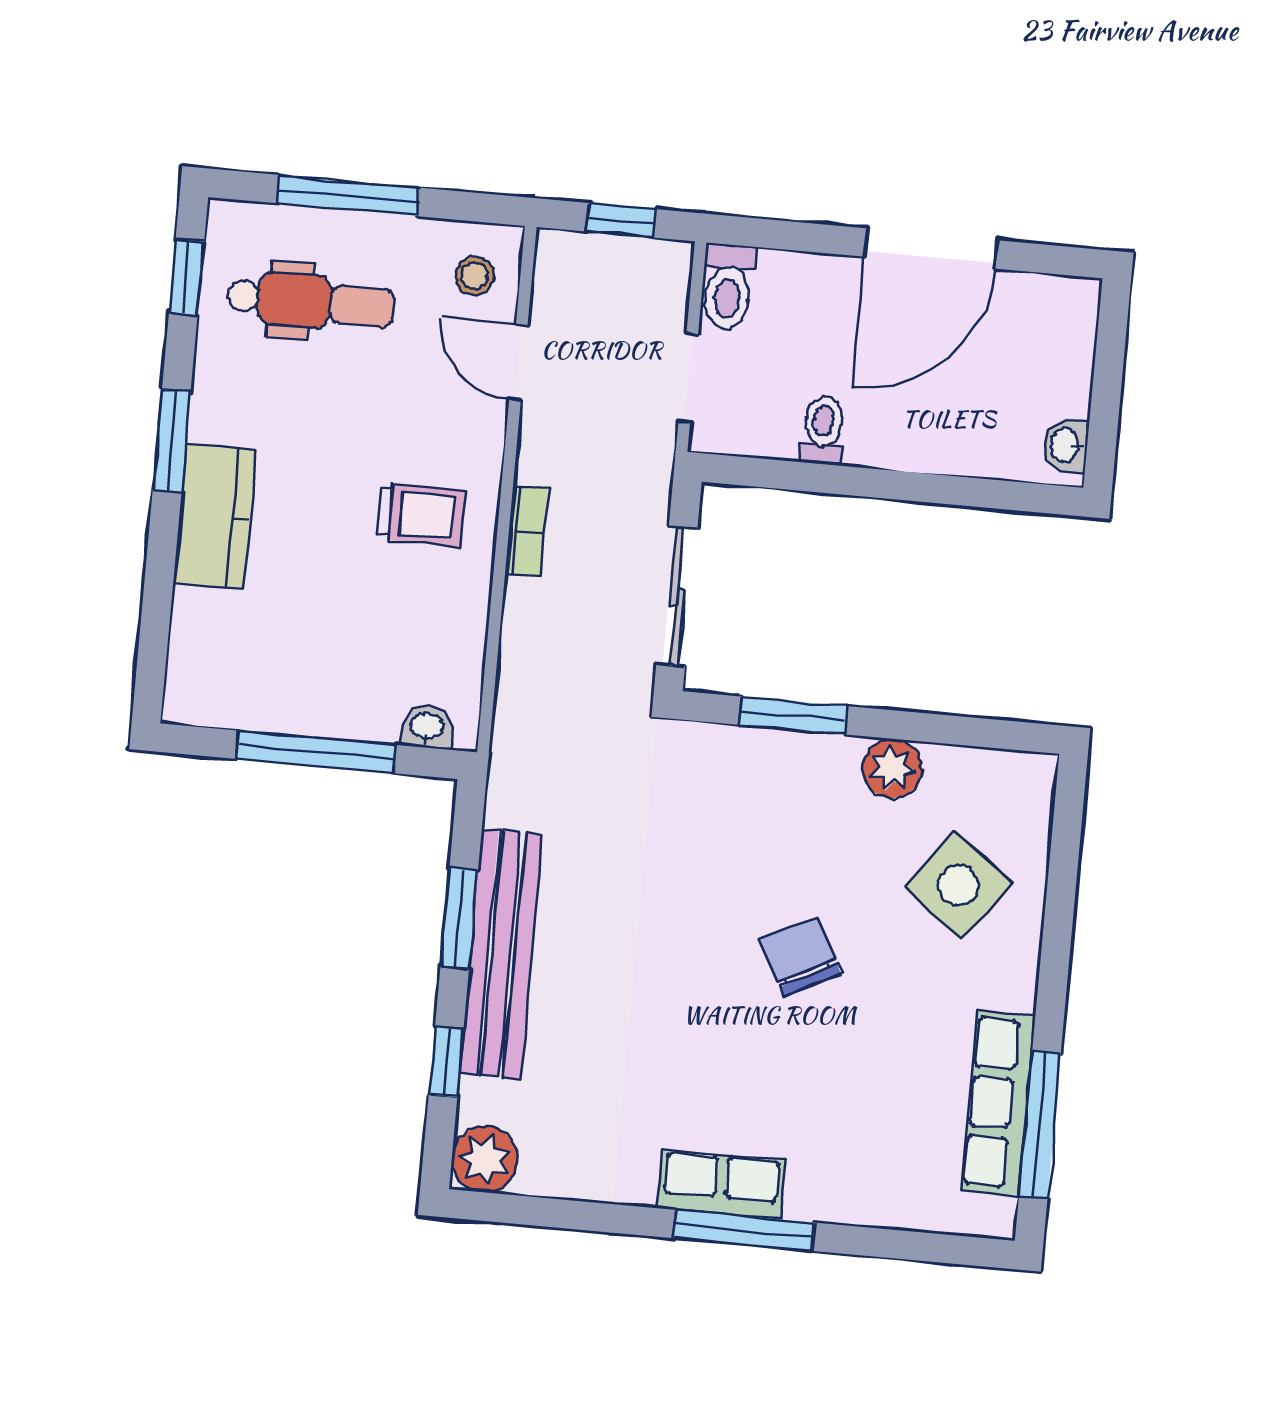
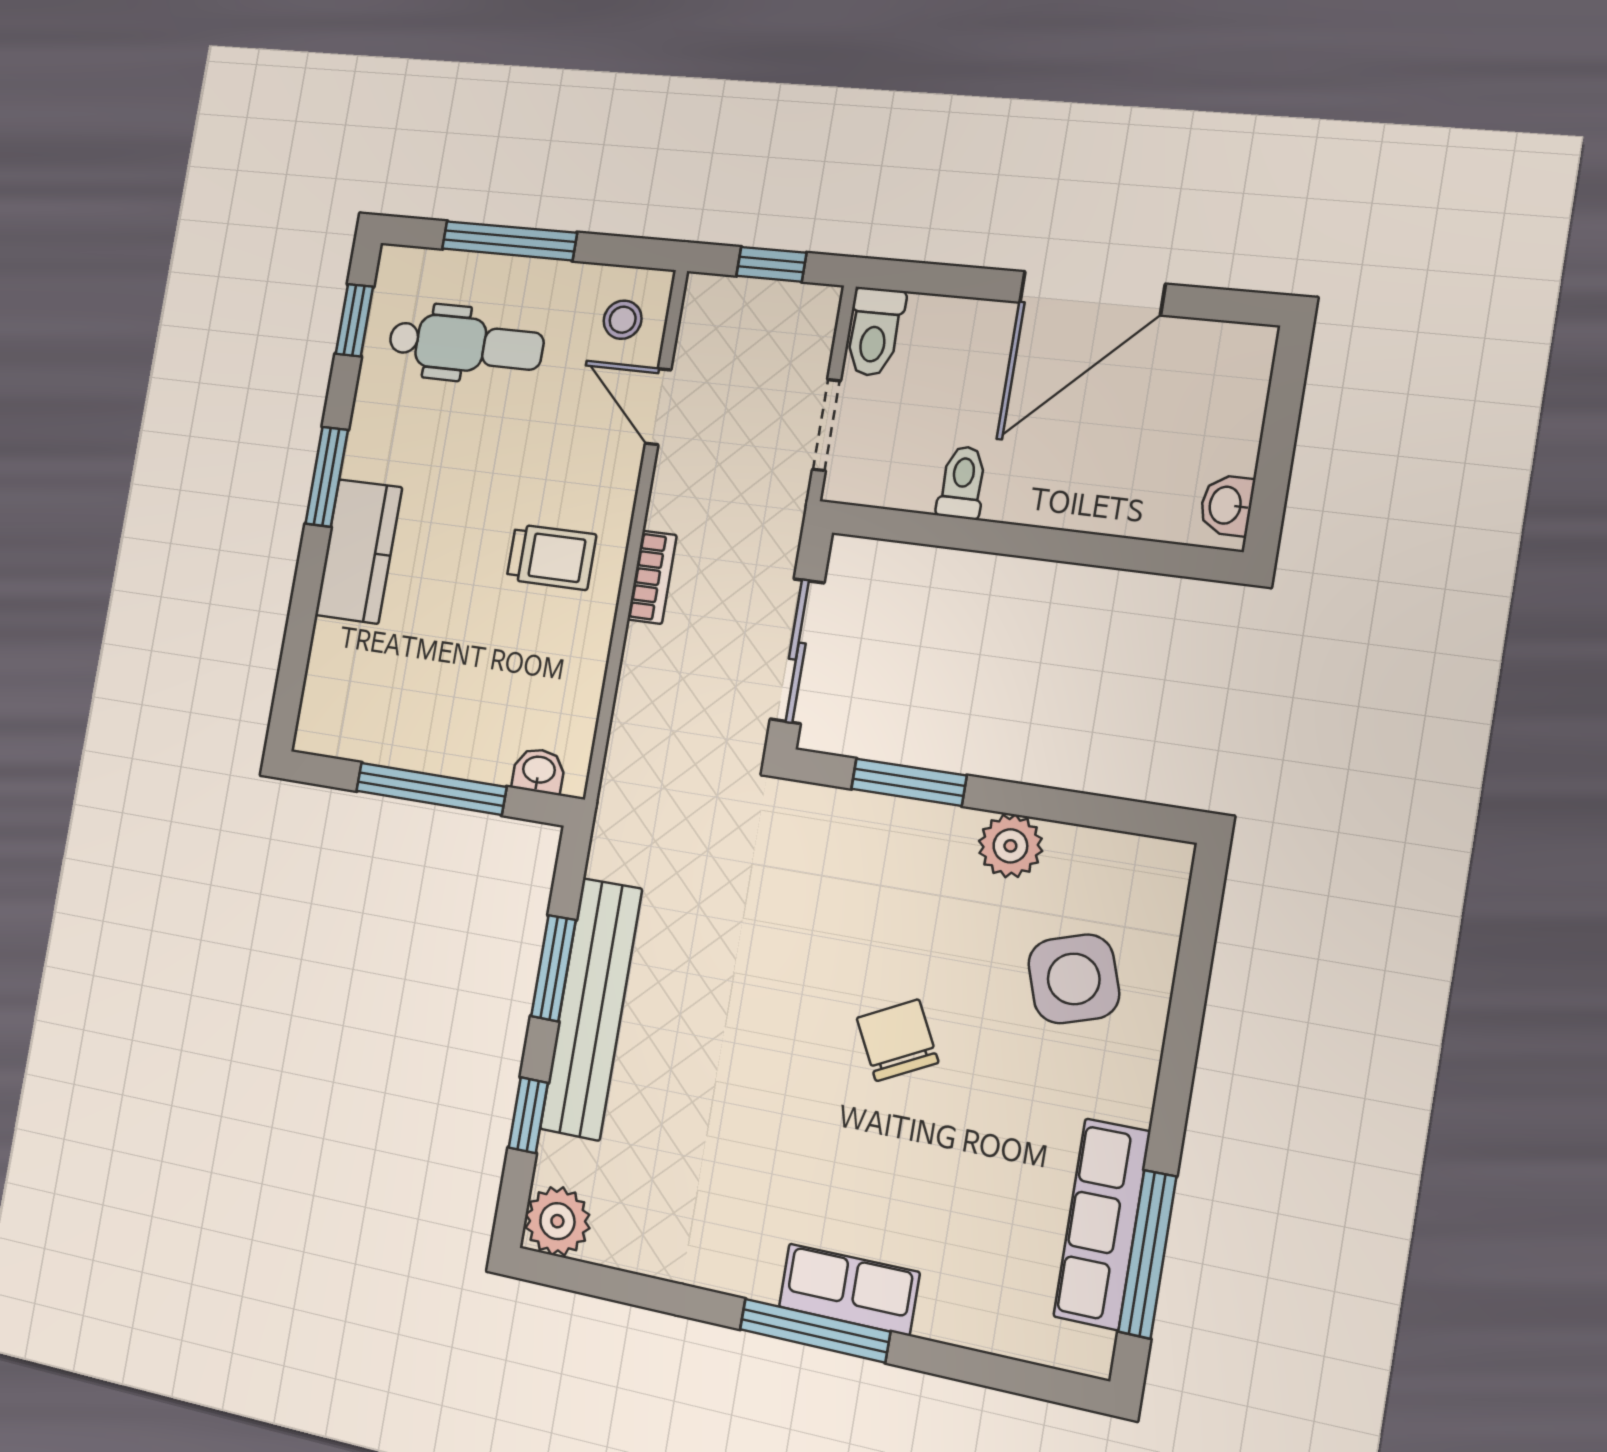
side table: (958, 885) -> (1074, 979), turned 35
row of seats: (721, 1184) -> (849, 1289), moved

